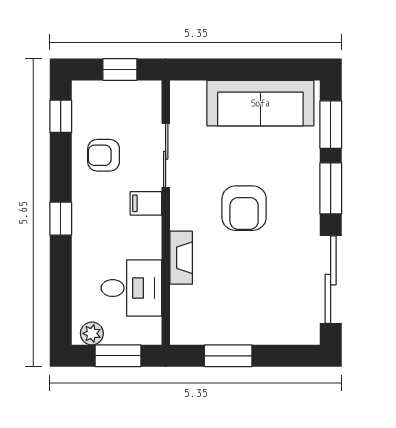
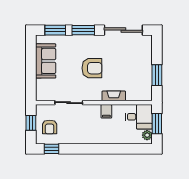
sofa: (260, 103) -> (46, 61), width x0.73
armchair: (104, 155) -> (50, 127), moved
filing cabinet: (146, 203) -> (106, 111), moved
window: (61, 219) -> (97, 149), removed
desk: (131, 288) -> (139, 117), moved, turned 90

